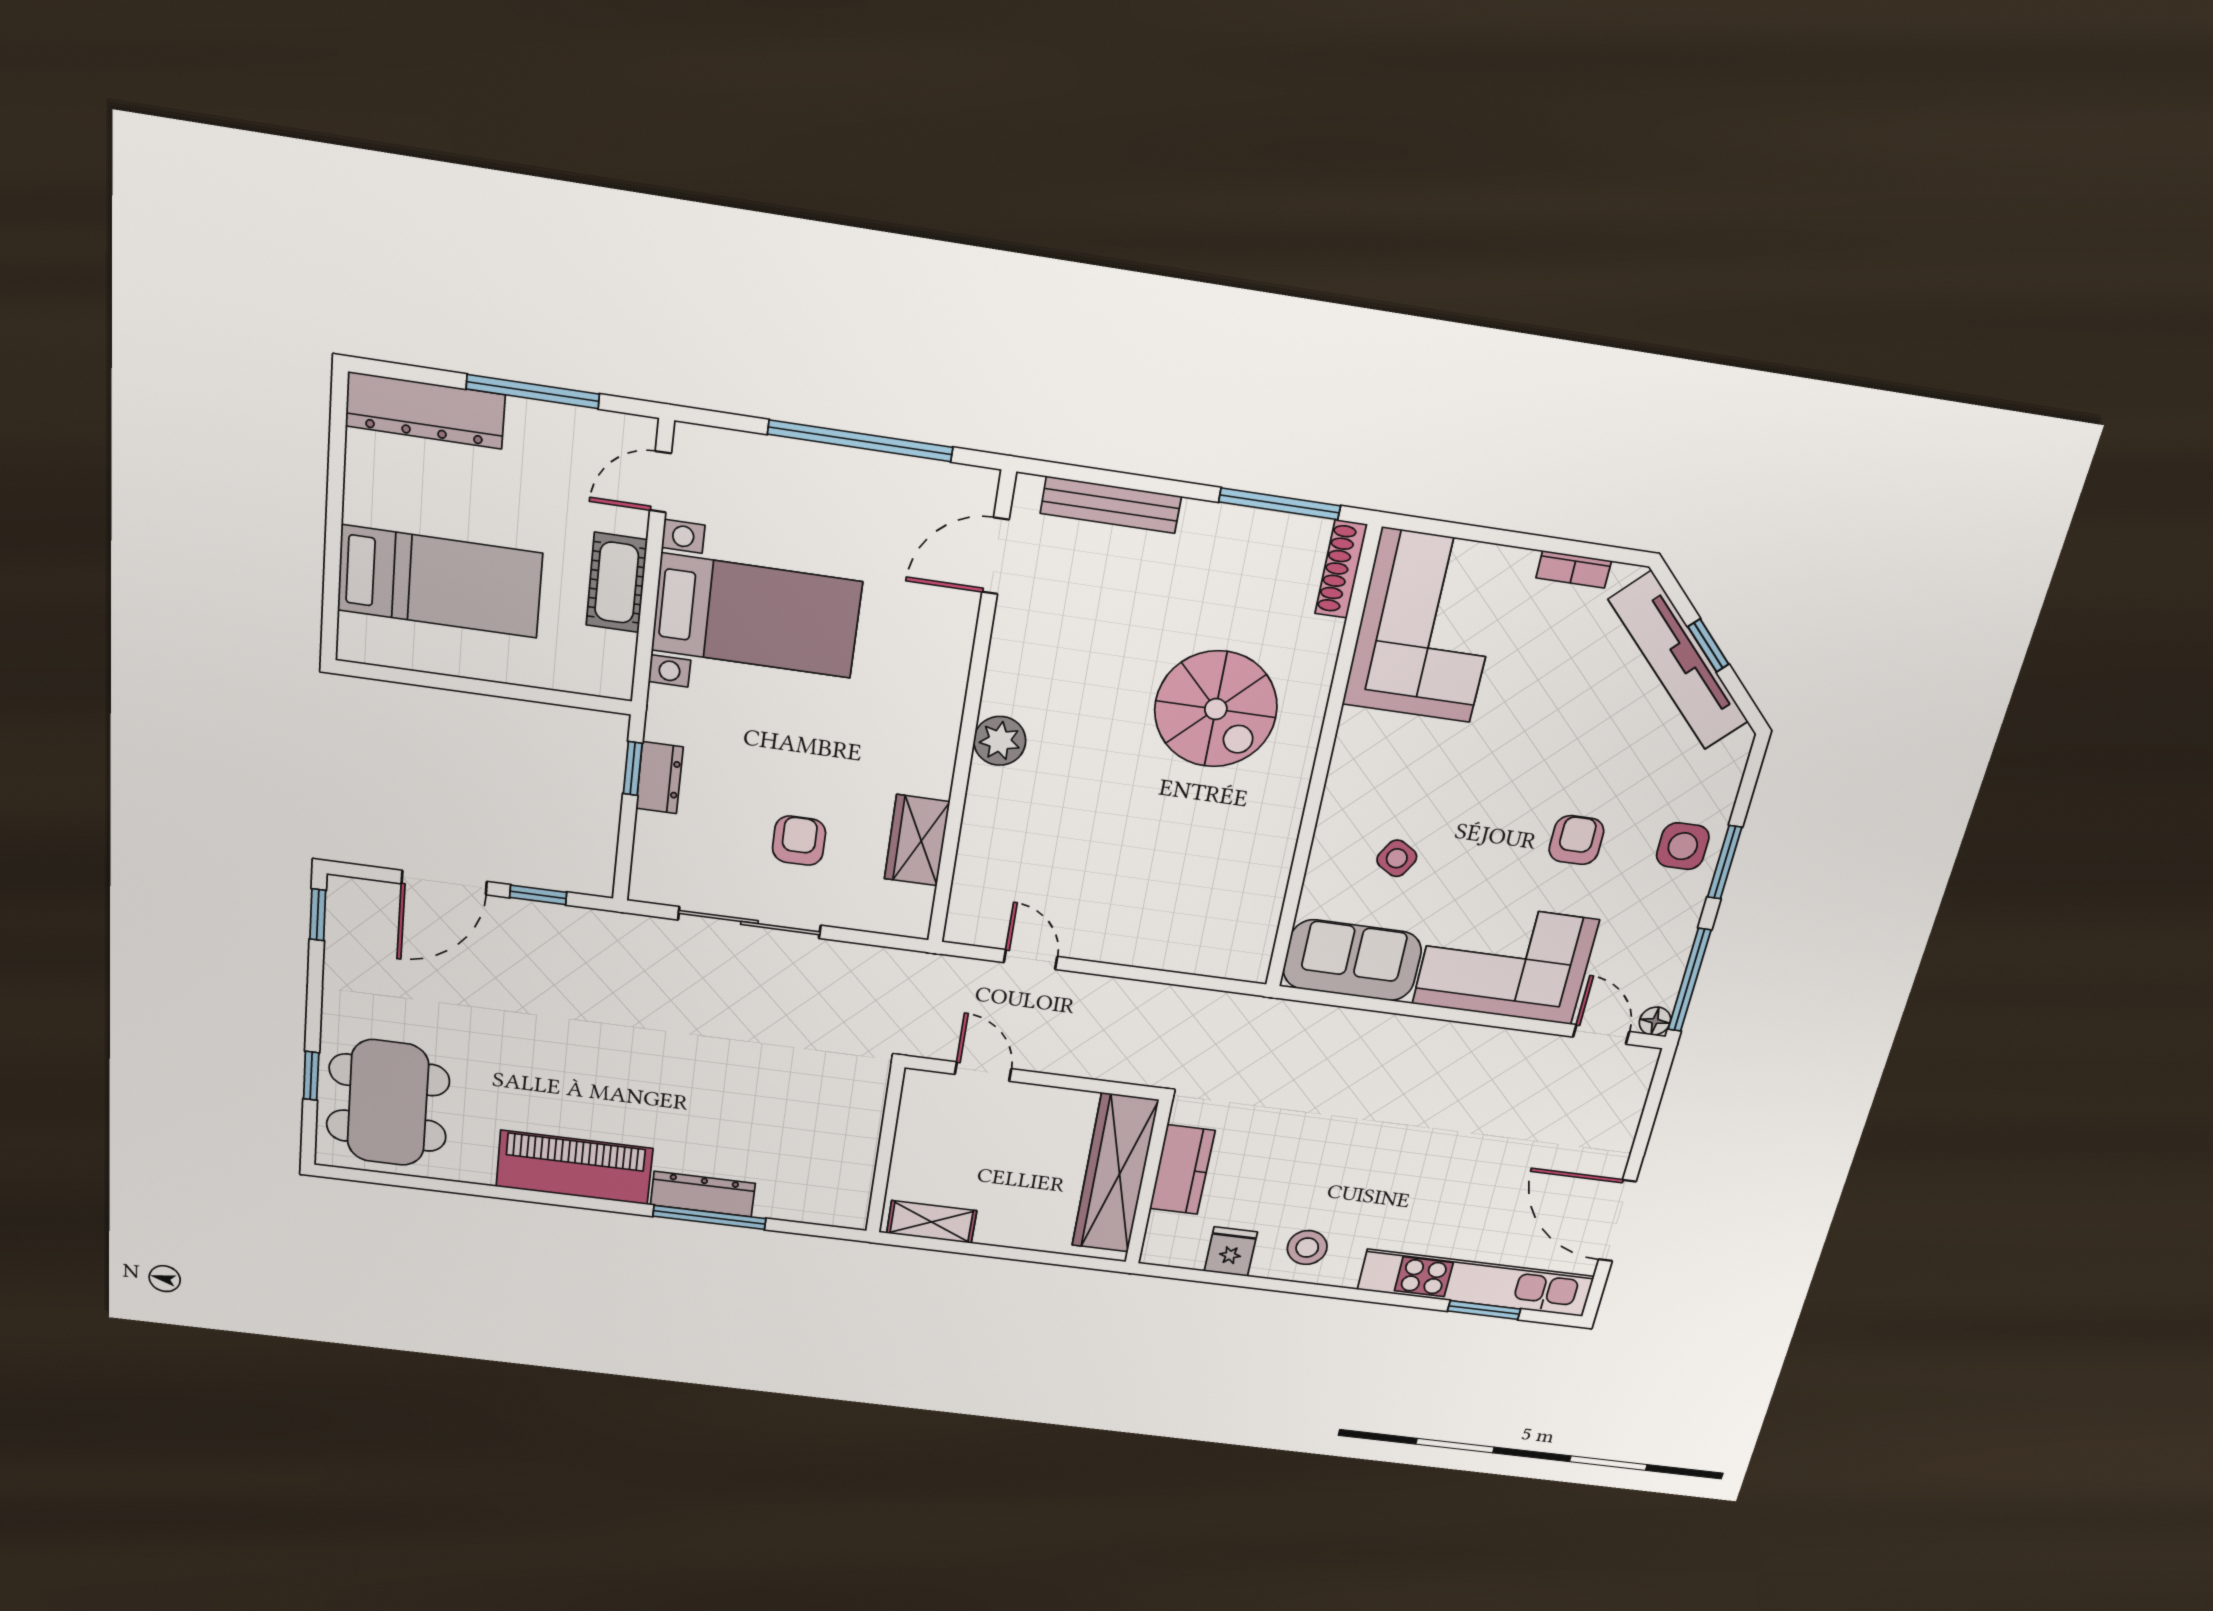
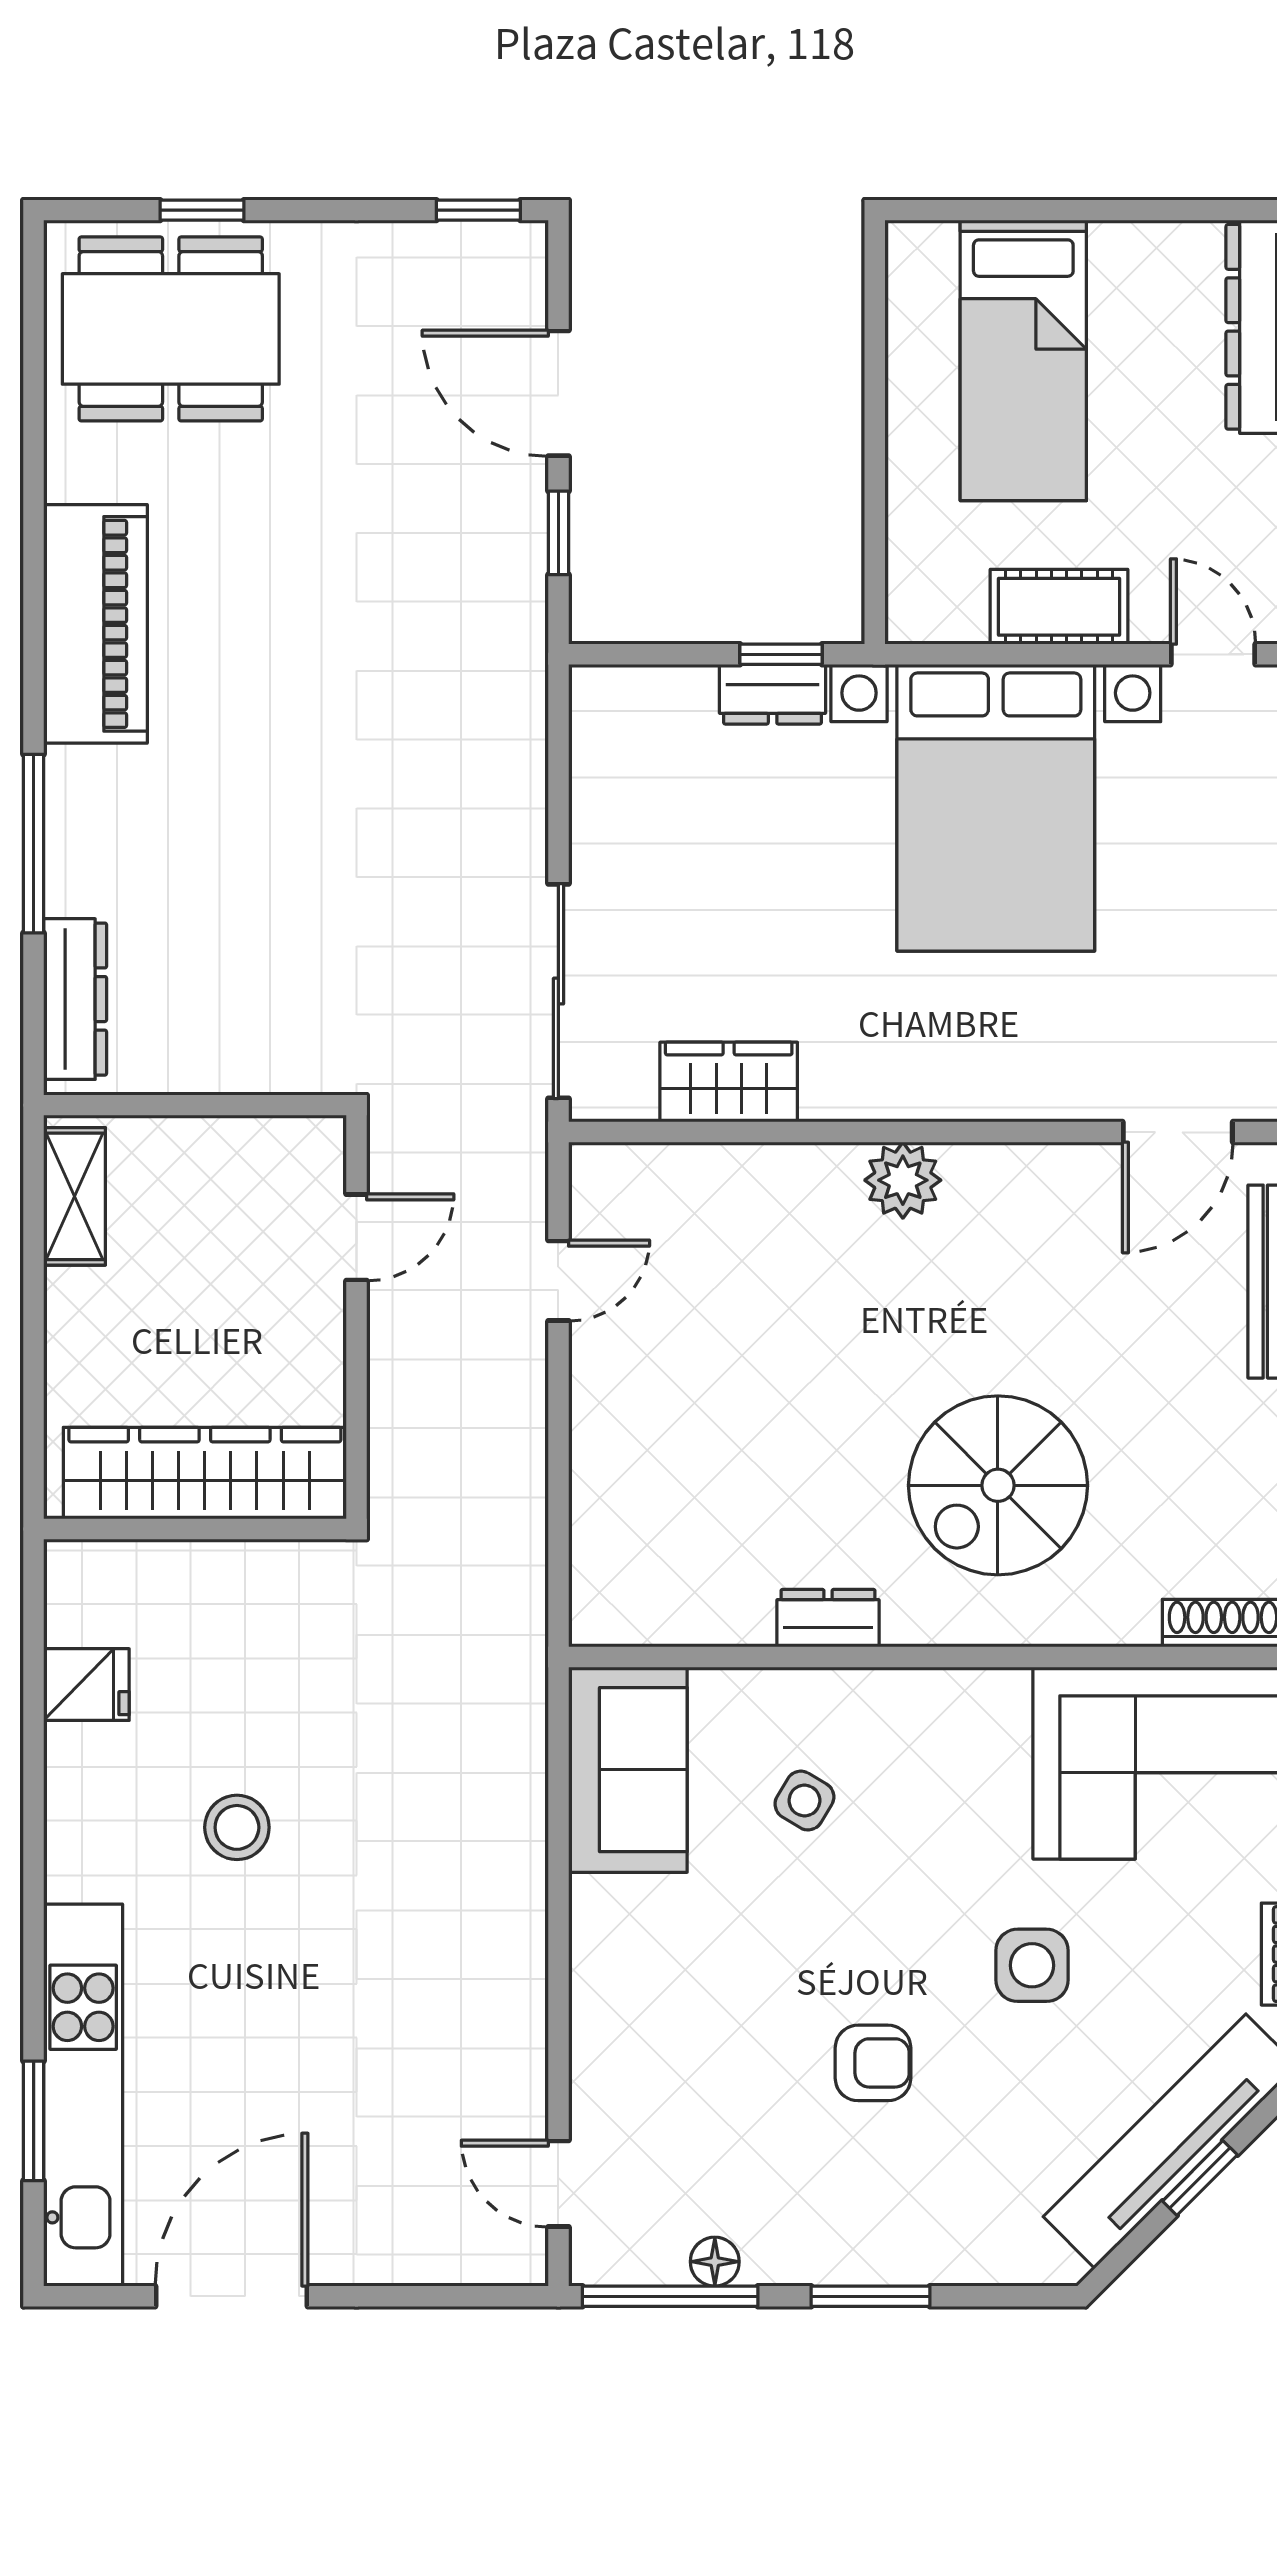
door: (995, 556) -> (1178, 1132), swing flipped
bed with nightstands: (757, 616) -> (996, 808), width x1.36
dresser: (1282, 828) -> (828, 1618), added
armchair: (799, 841) -> (703, 908), removed
side table: (1683, 846) -> (1032, 1965), moved
sliding door: (749, 923) -> (558, 991), moved
corner sofa: (1505, 962) -> (659, 2005), removed
floor lamp: (1655, 1021) -> (715, 2262), moved
door: (1601, 1034) -> (558, 2184), swing flipped
kitchen counter: (1182, 1170) -> (226, 1578), removed
dresser: (703, 1194) -> (75, 999), moved
stool: (1307, 1248) -> (237, 1827), moved

